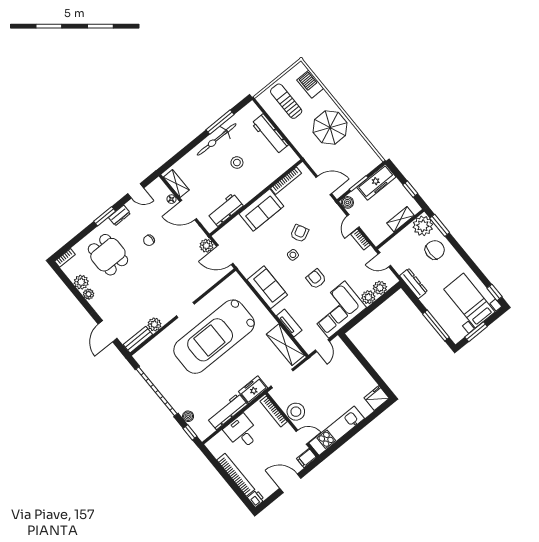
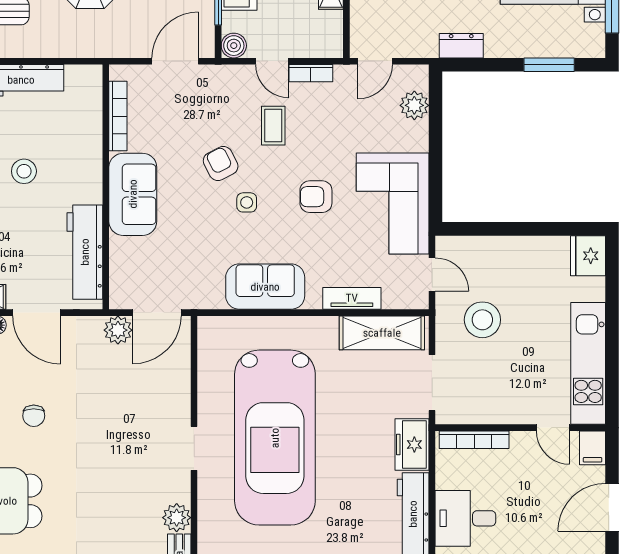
door: (188, 210) -> (37, 313), hinge flipped
workbench: (225, 210) -> (85, 252), width x1.38
coffee table: (330, 241) -> (273, 126), added
dresser: (413, 284) -> (461, 46), width x0.70
plant: (368, 297) -> (414, 136), removed
window: (436, 326) -> (549, 65), width x0.69
stool: (296, 412) -> (482, 320), moved
door: (302, 437) -> (553, 428), swing flipped

